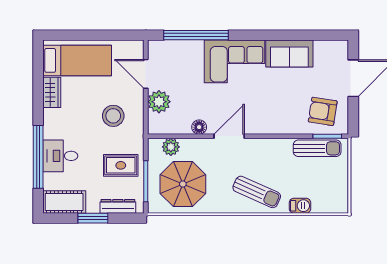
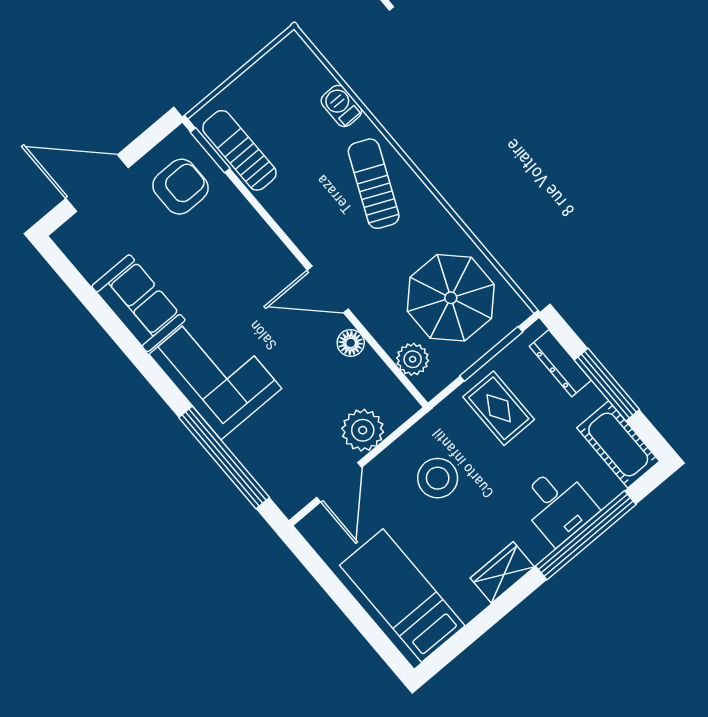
wardrobe: (52, 92) -> (502, 572), moved
armchair: (323, 111) -> (180, 187), turned -99
window: (93, 218) -> (607, 385), width x1.44

